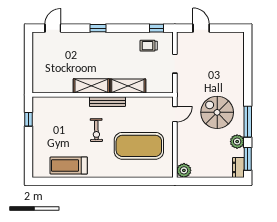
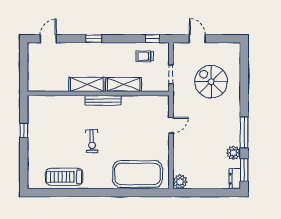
shelving: (91, 86) -> (87, 84), moved
shelving: (128, 86) -> (124, 85), moved
wall: (103, 95) -> (98, 93), moved
bench: (107, 102) -> (103, 100), moved
spiral stairs: (217, 112) -> (211, 82), moved
exercise mat: (139, 146) -> (138, 174), moved

